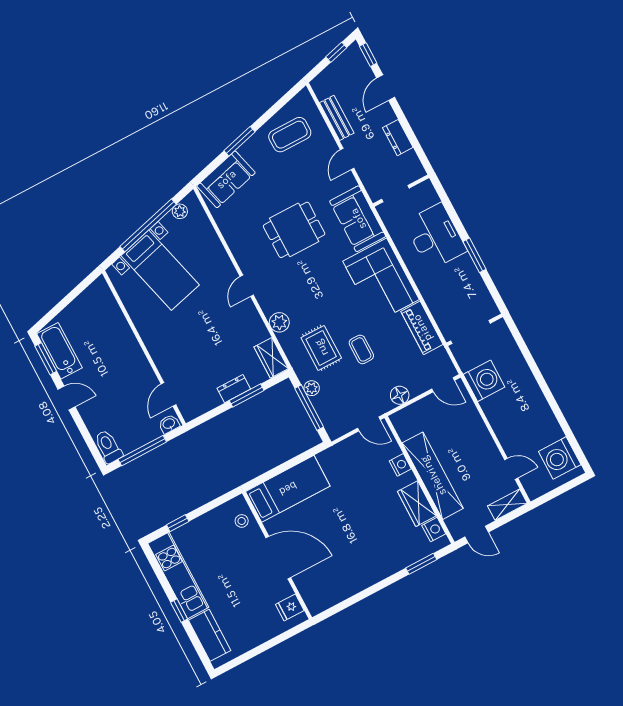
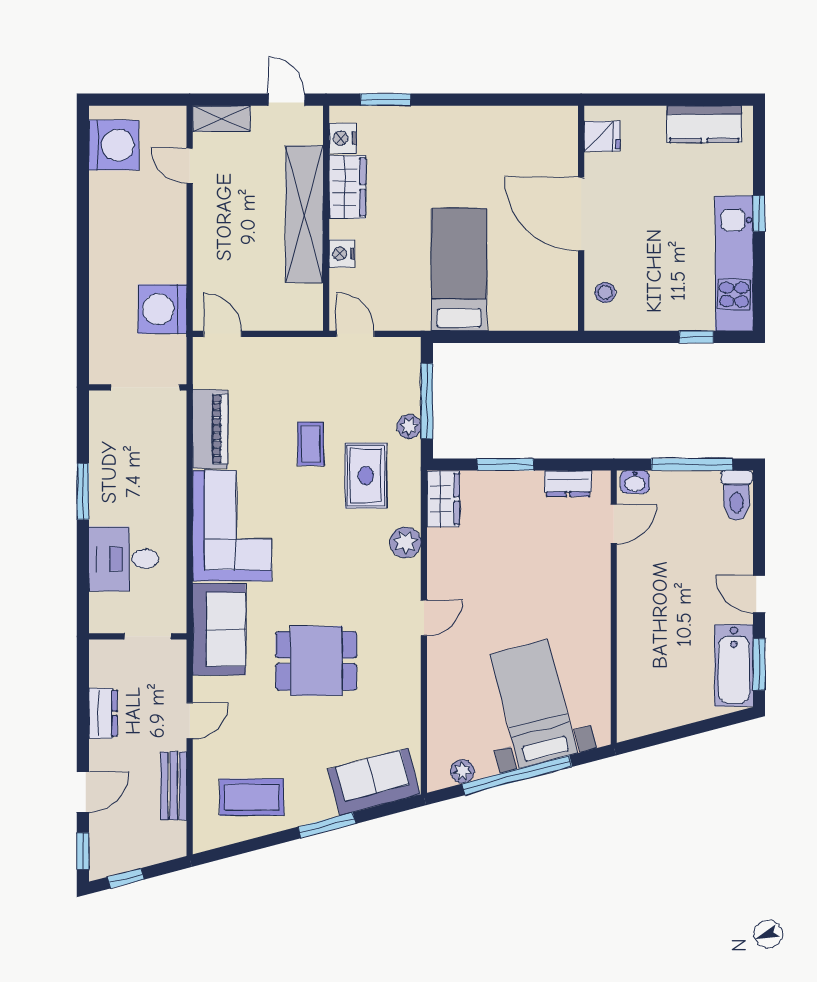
desk: (435, 237) -> (124, 559), width x0.73
dresser: (234, 389) -> (568, 483), moved
floor lamp: (400, 395) -> (291, 351), removed
bed: (288, 489) -> (459, 270), moved, turned 90
kitchen counter: (210, 635) -> (704, 124), moved, turned -90

